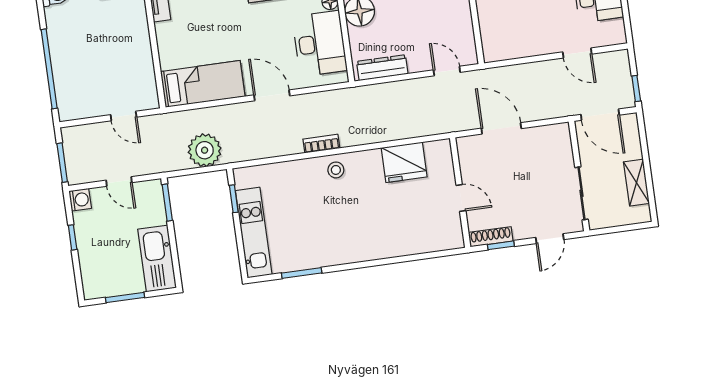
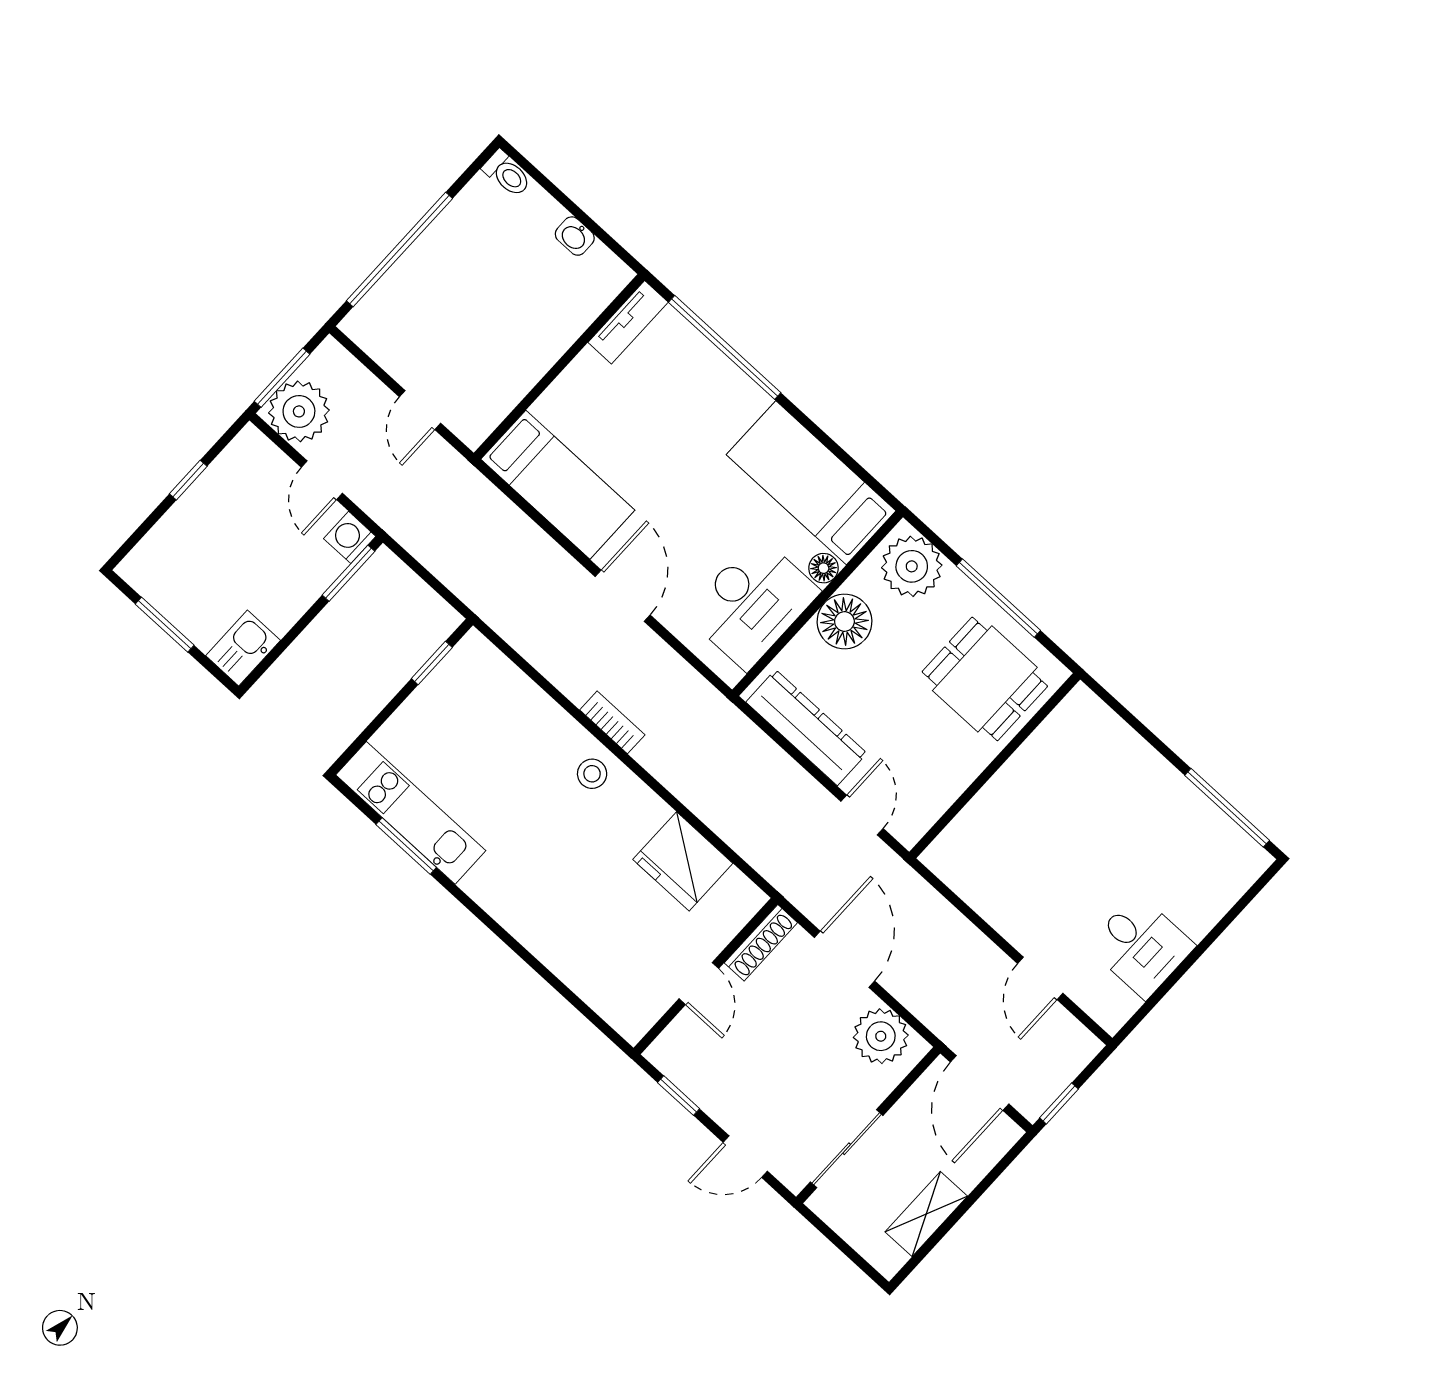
dresser: (382, 68) -> (806, 728), width x1.37, depth x1.24
plant: (546, 140) -> (881, 1036), added
plant: (205, 150) -> (299, 411), moved
washing machine: (80, 200) -> (350, 537), moved, turned 180
kitchen unit: (254, 233) -> (411, 813), moved, turned -90
shoe rack: (491, 237) -> (761, 943), moved, turned 90
kitchen sink: (157, 258) -> (243, 648), width x0.53, depth x0.81

